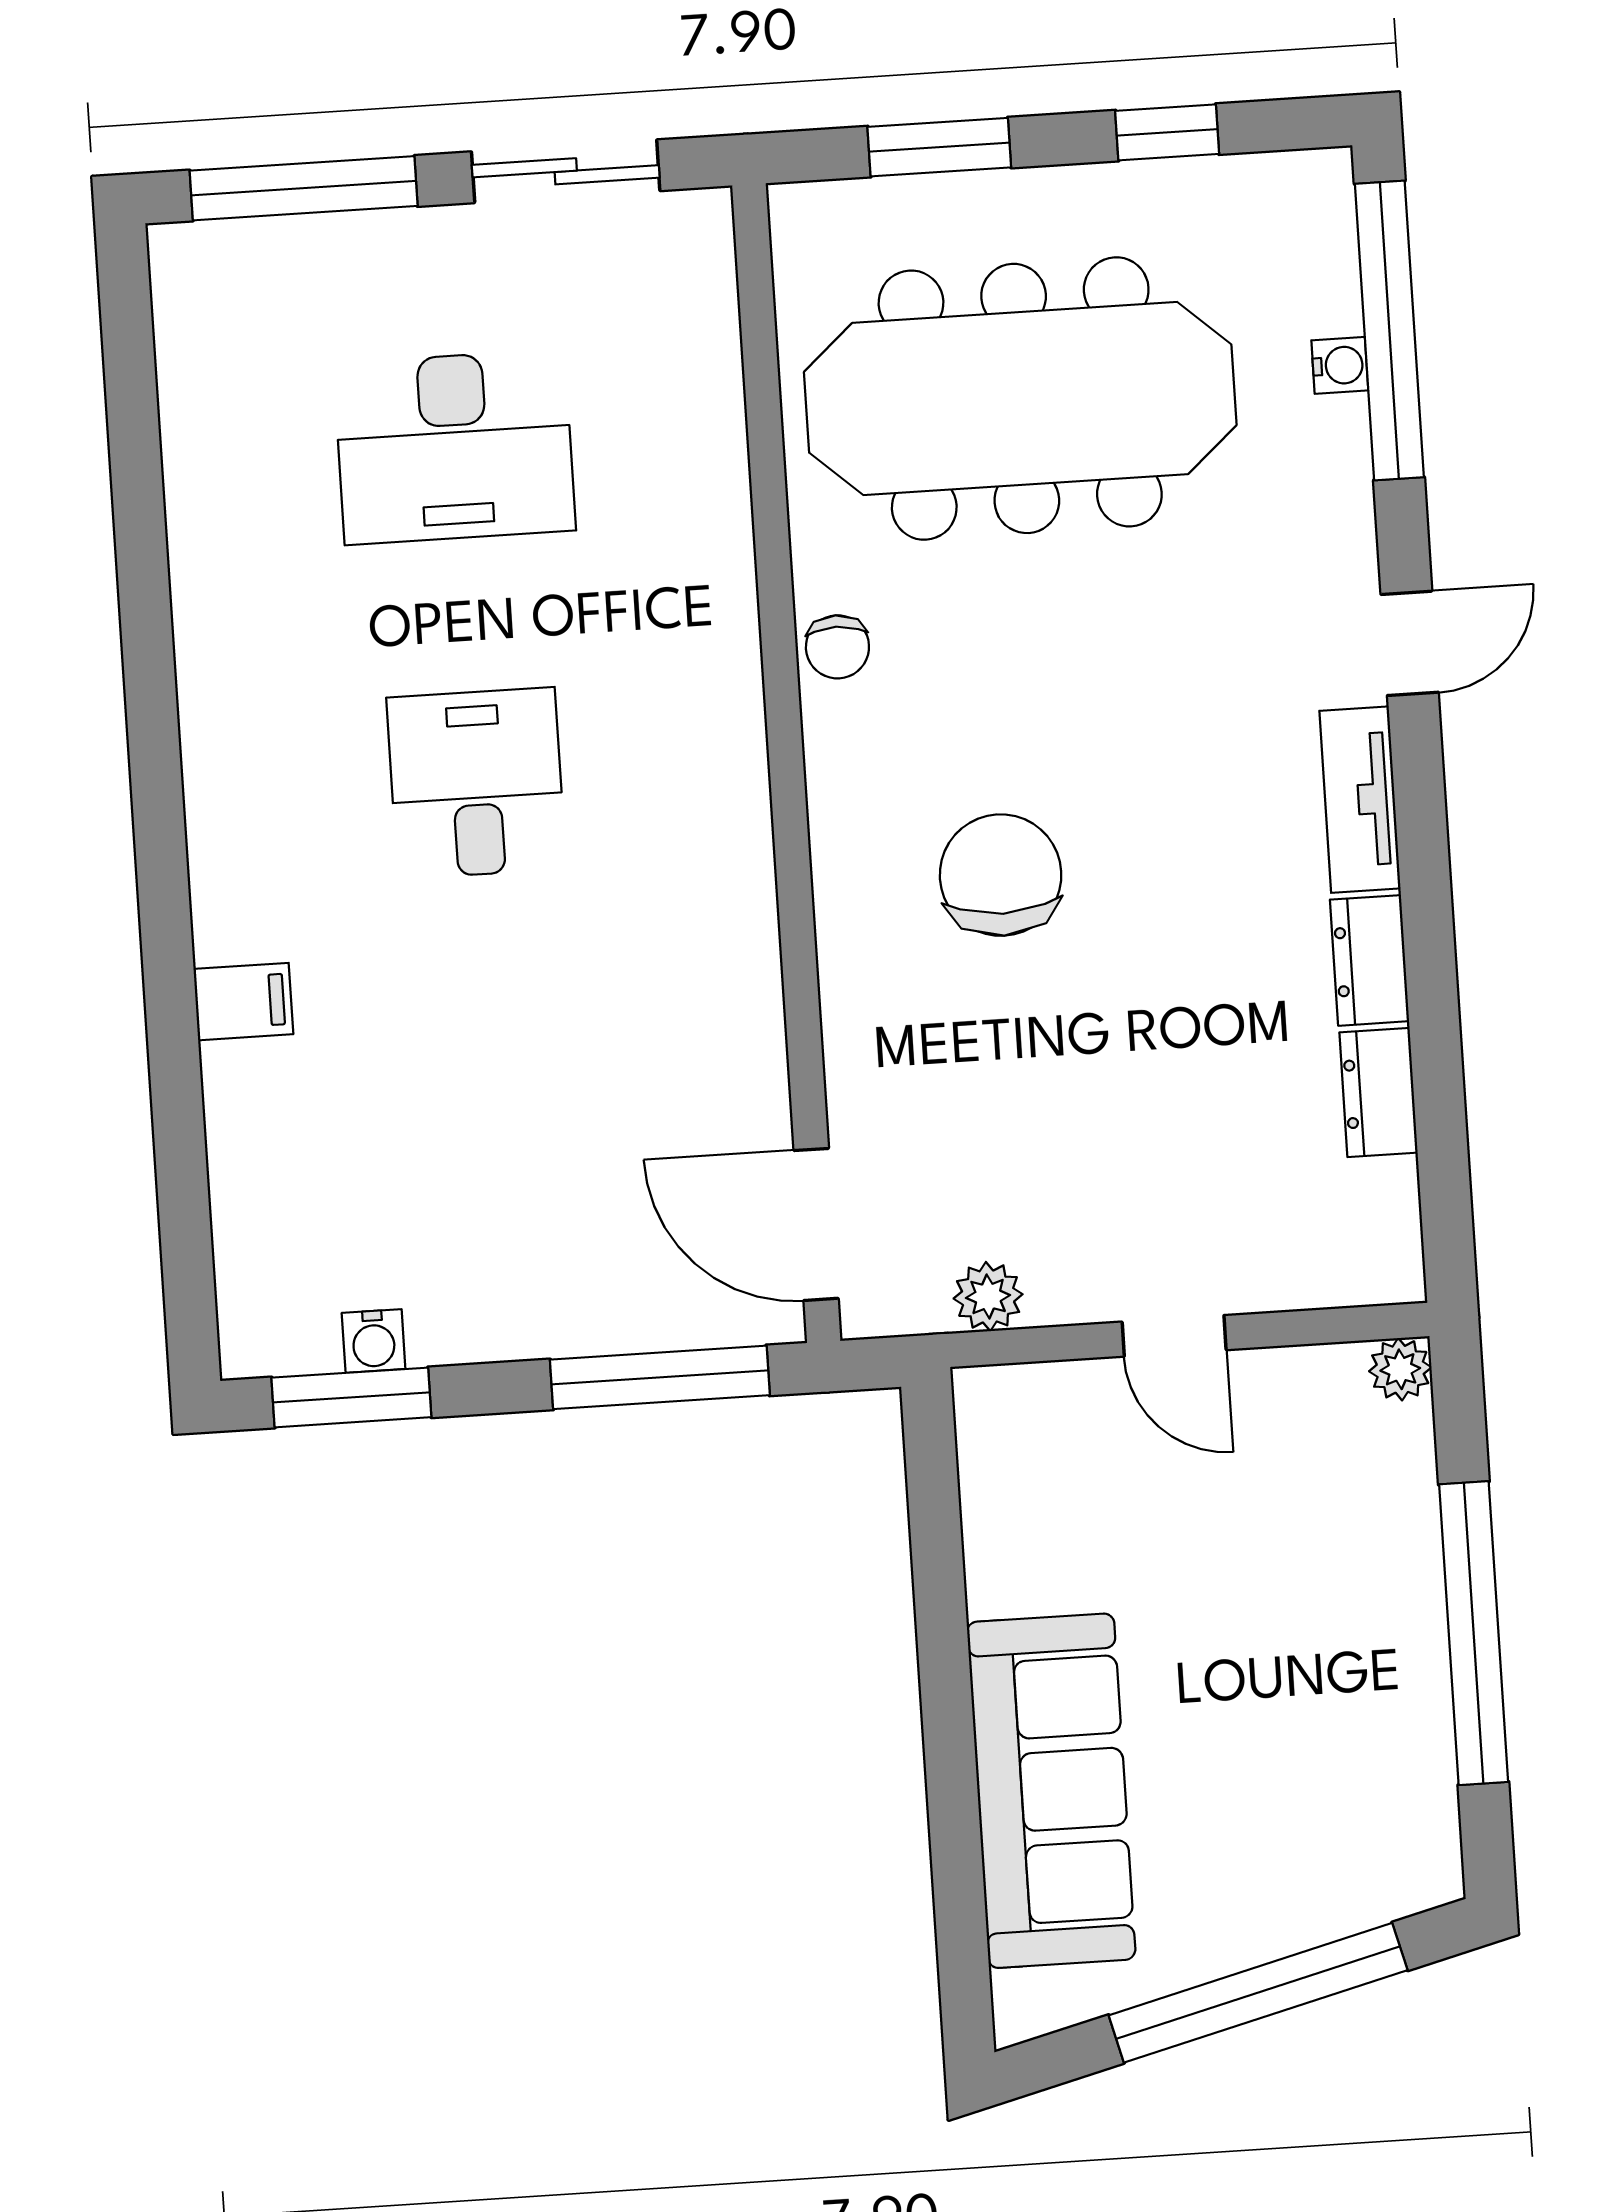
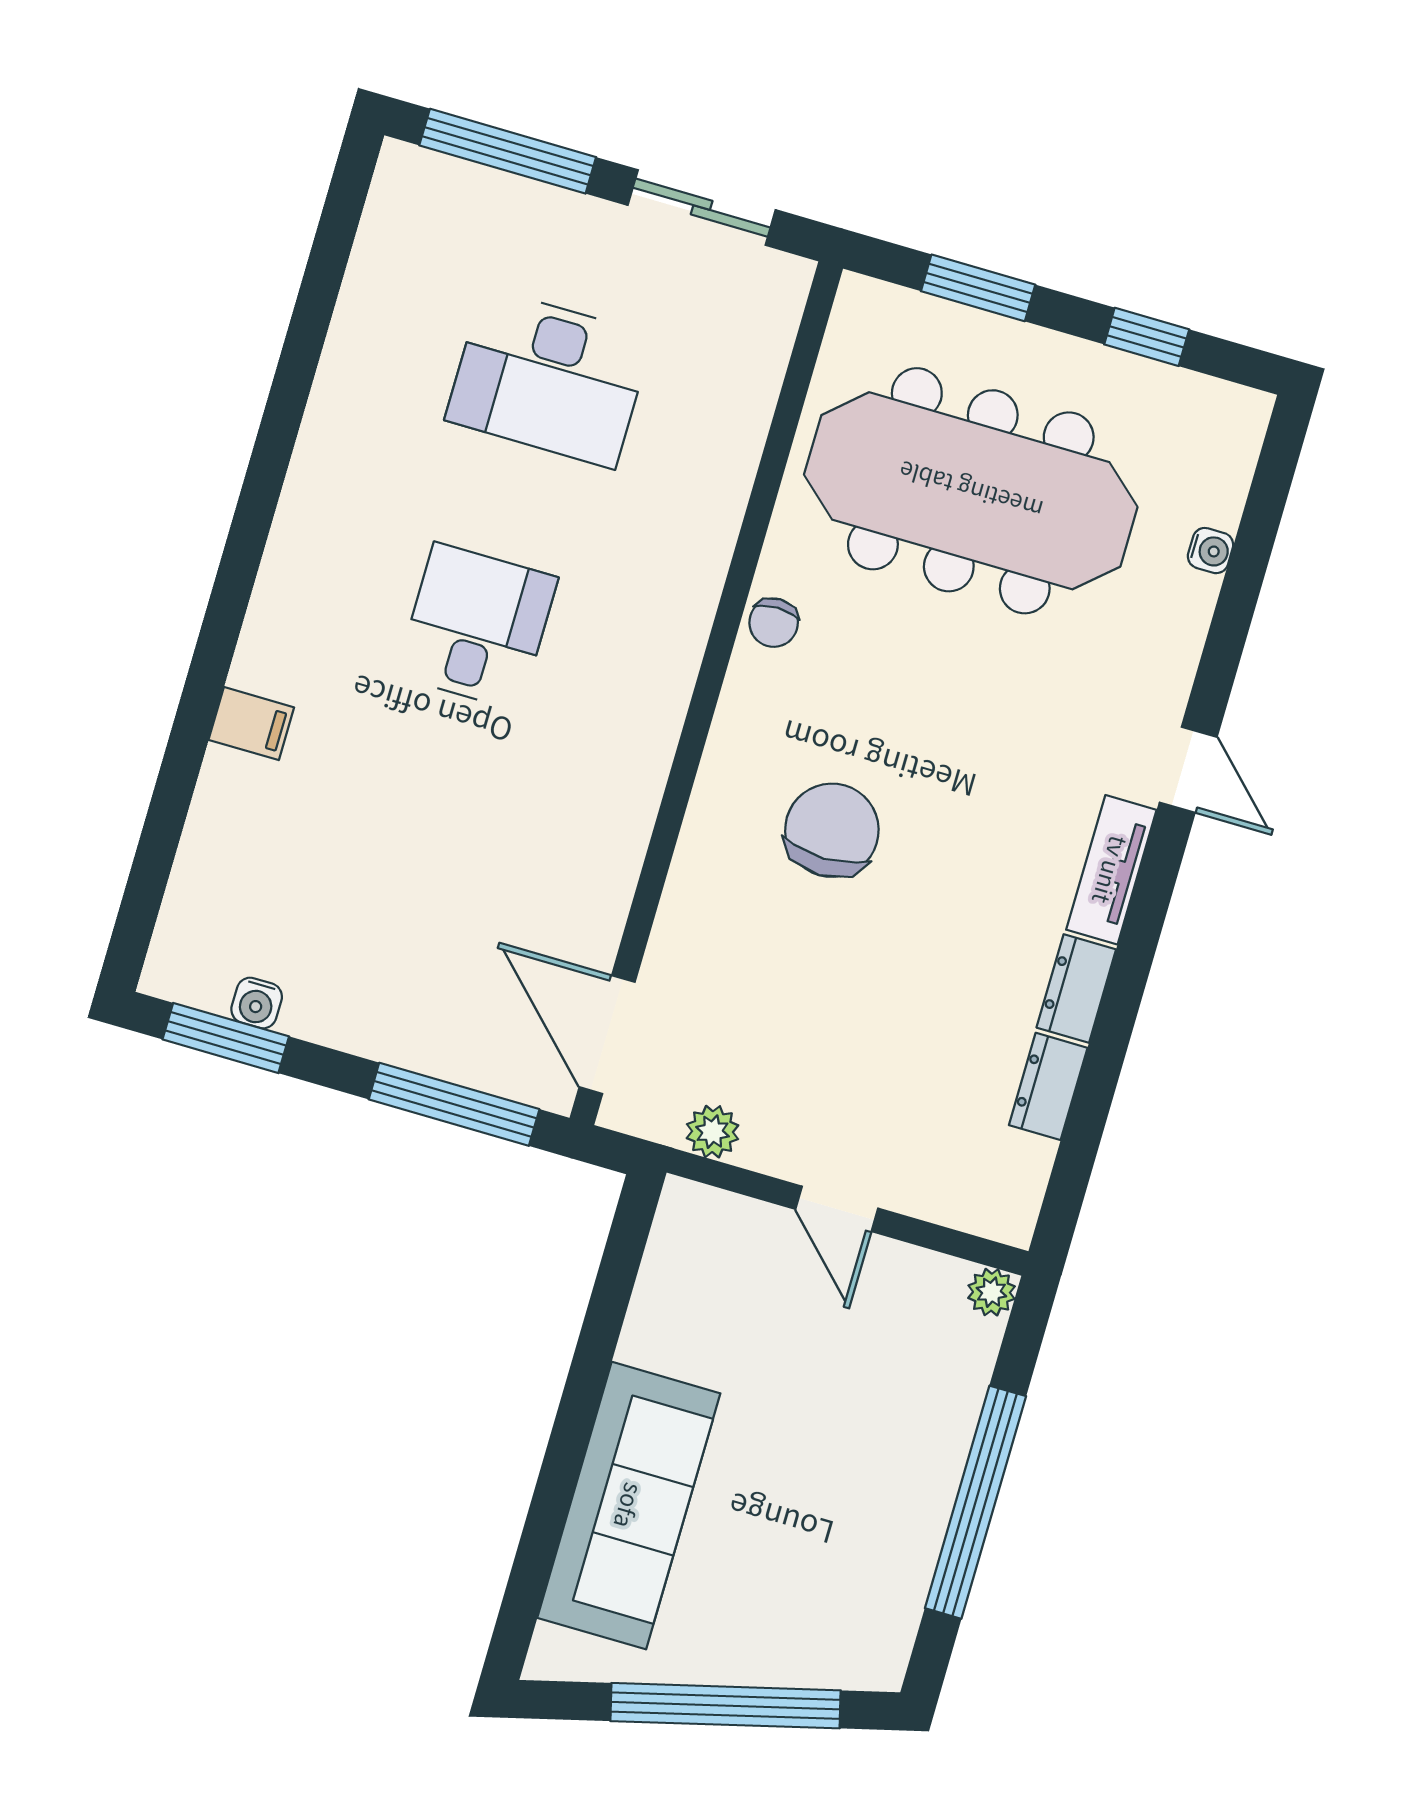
window: (1389, 331) -> (1256, 538), removed
door: (1410, 643) -> (1188, 770), hinge flipped

